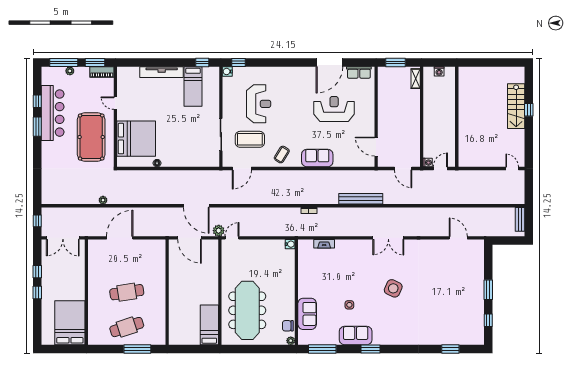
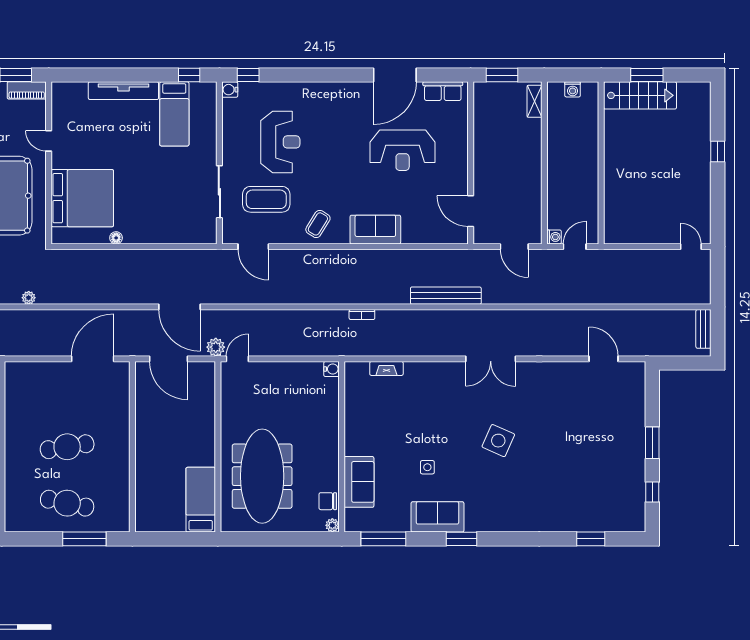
window: (485, 62) -> (647, 75), added
stairs: (516, 106) -> (640, 95), moved, turned -90
reception desk: (334, 109) -> (403, 150), turned 180
door: (242, 169) -> (253, 247), hinge flipped
door: (120, 238) -> (93, 359), moved
cafe table: (127, 327) -> (67, 503), turned 30

